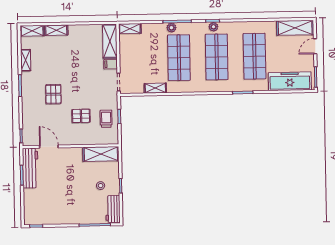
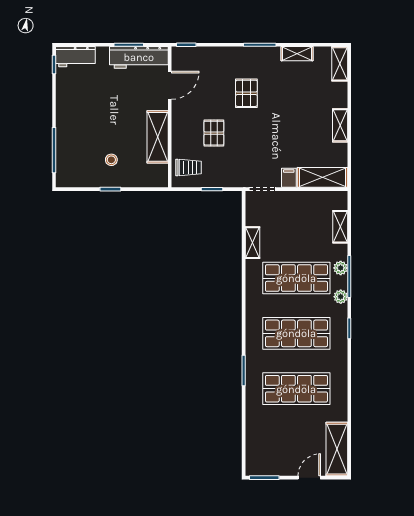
plant: (213, 27) -> (341, 297), moved
shelving: (130, 29) -> (340, 227), moved
shelving: (56, 30) -> (340, 125), moved
door: (315, 46) -> (309, 478), hinge flipped
freezer: (290, 81) -> (259, 440), removed
pallet: (53, 94) -> (246, 93), turned 90
trolley: (106, 119) -> (189, 168), moved
shelving: (101, 154) -> (158, 137), moved
workbench: (113, 209) -> (75, 57), moved, turned 180

